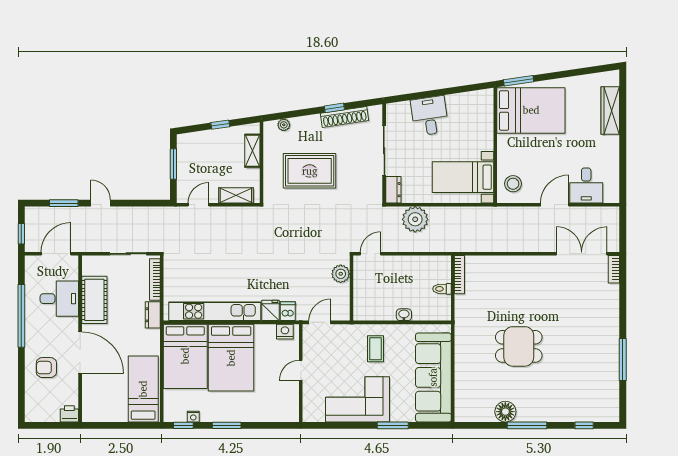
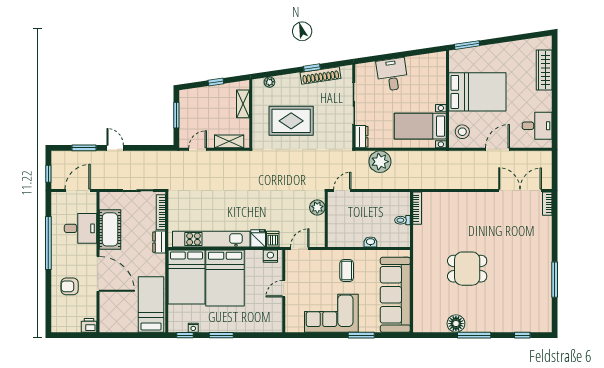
bed: (531, 110) -> (477, 92), moved
desk: (586, 185) -> (537, 126), moved, turned -90

